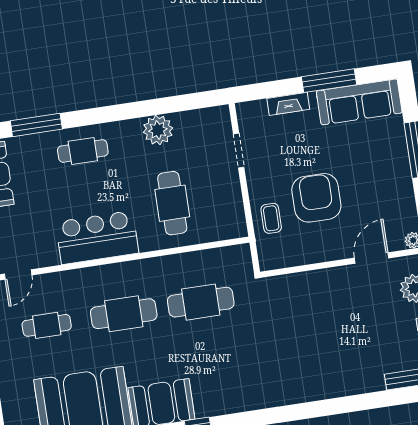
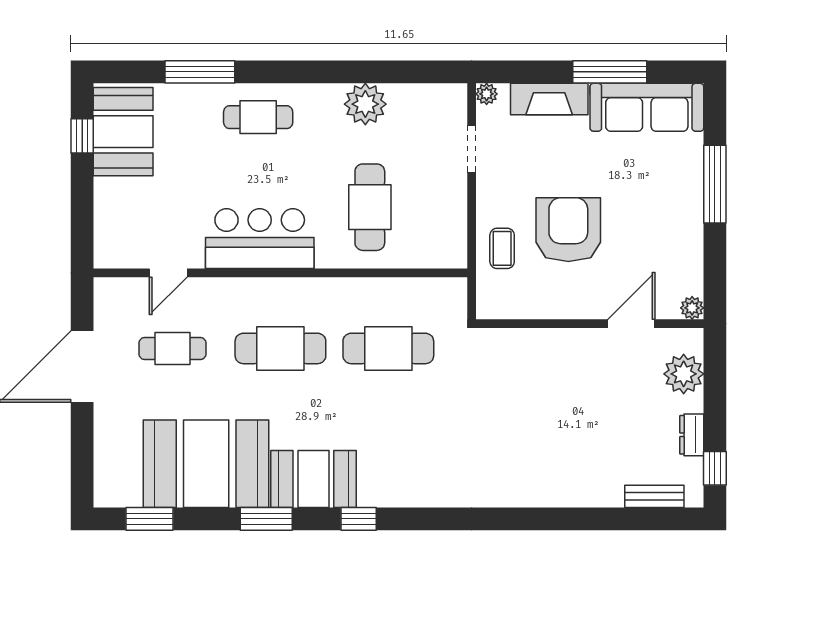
fireplace: (288, 104) -> (549, 99), width x1.37, depth x1.32
plant: (243, 110) -> (487, 94), added
door: (18, 275) -> (168, 273), moved

